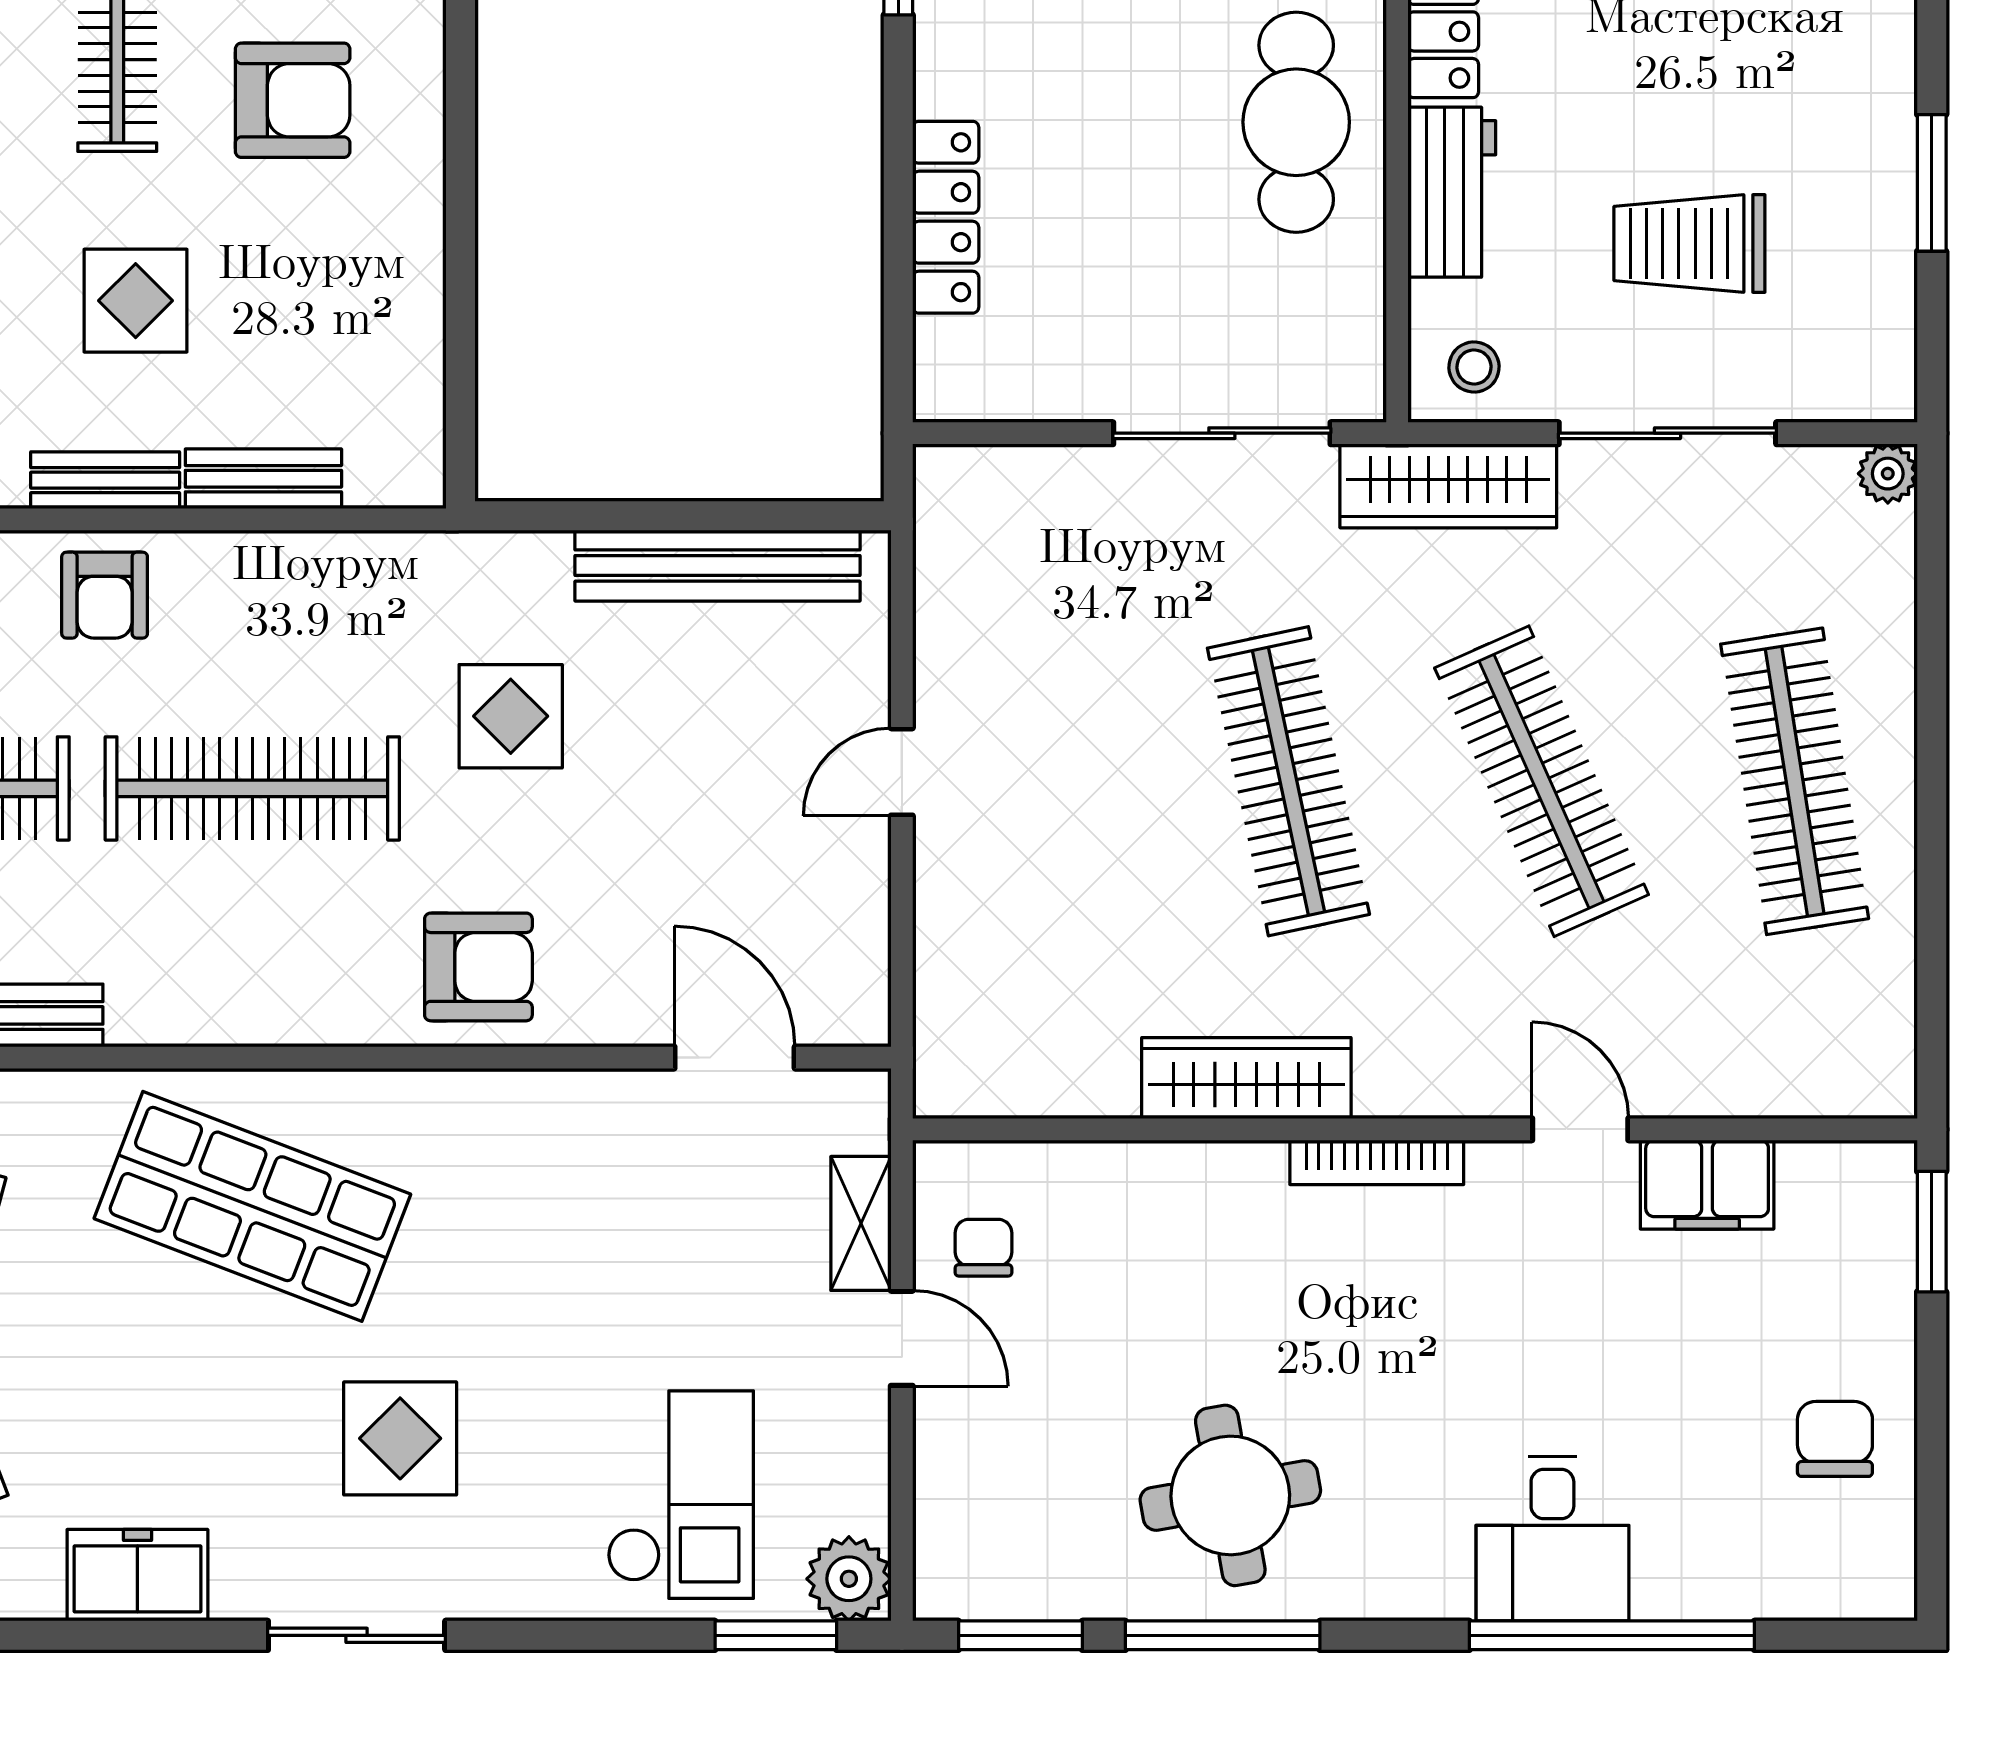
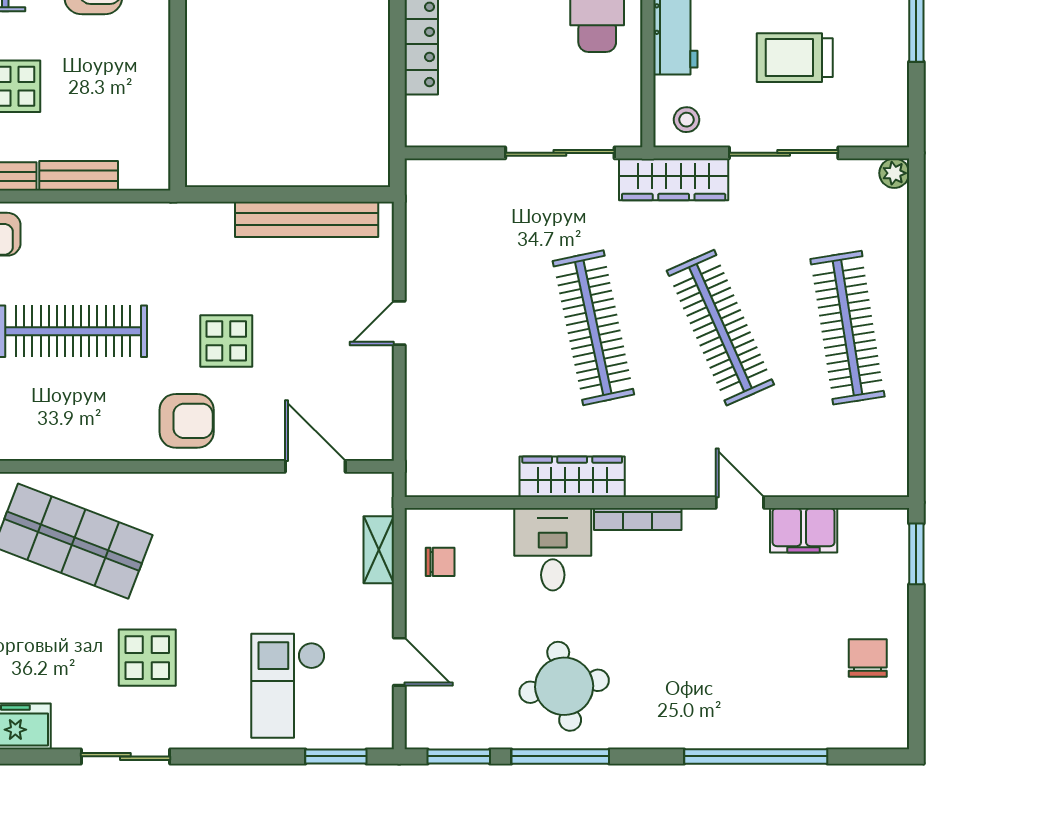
display table: (511, 716) -> (226, 341), moved
chair: (983, 1248) -> (440, 562), turned 90
door: (902, 1338) -> (399, 662), moved
checkout: (680, 1495) -> (288, 686), turned 180
desk: (1552, 1539) -> (553, 549), moved, turned 180
plant: (849, 1579) -> (373, 728), removed

